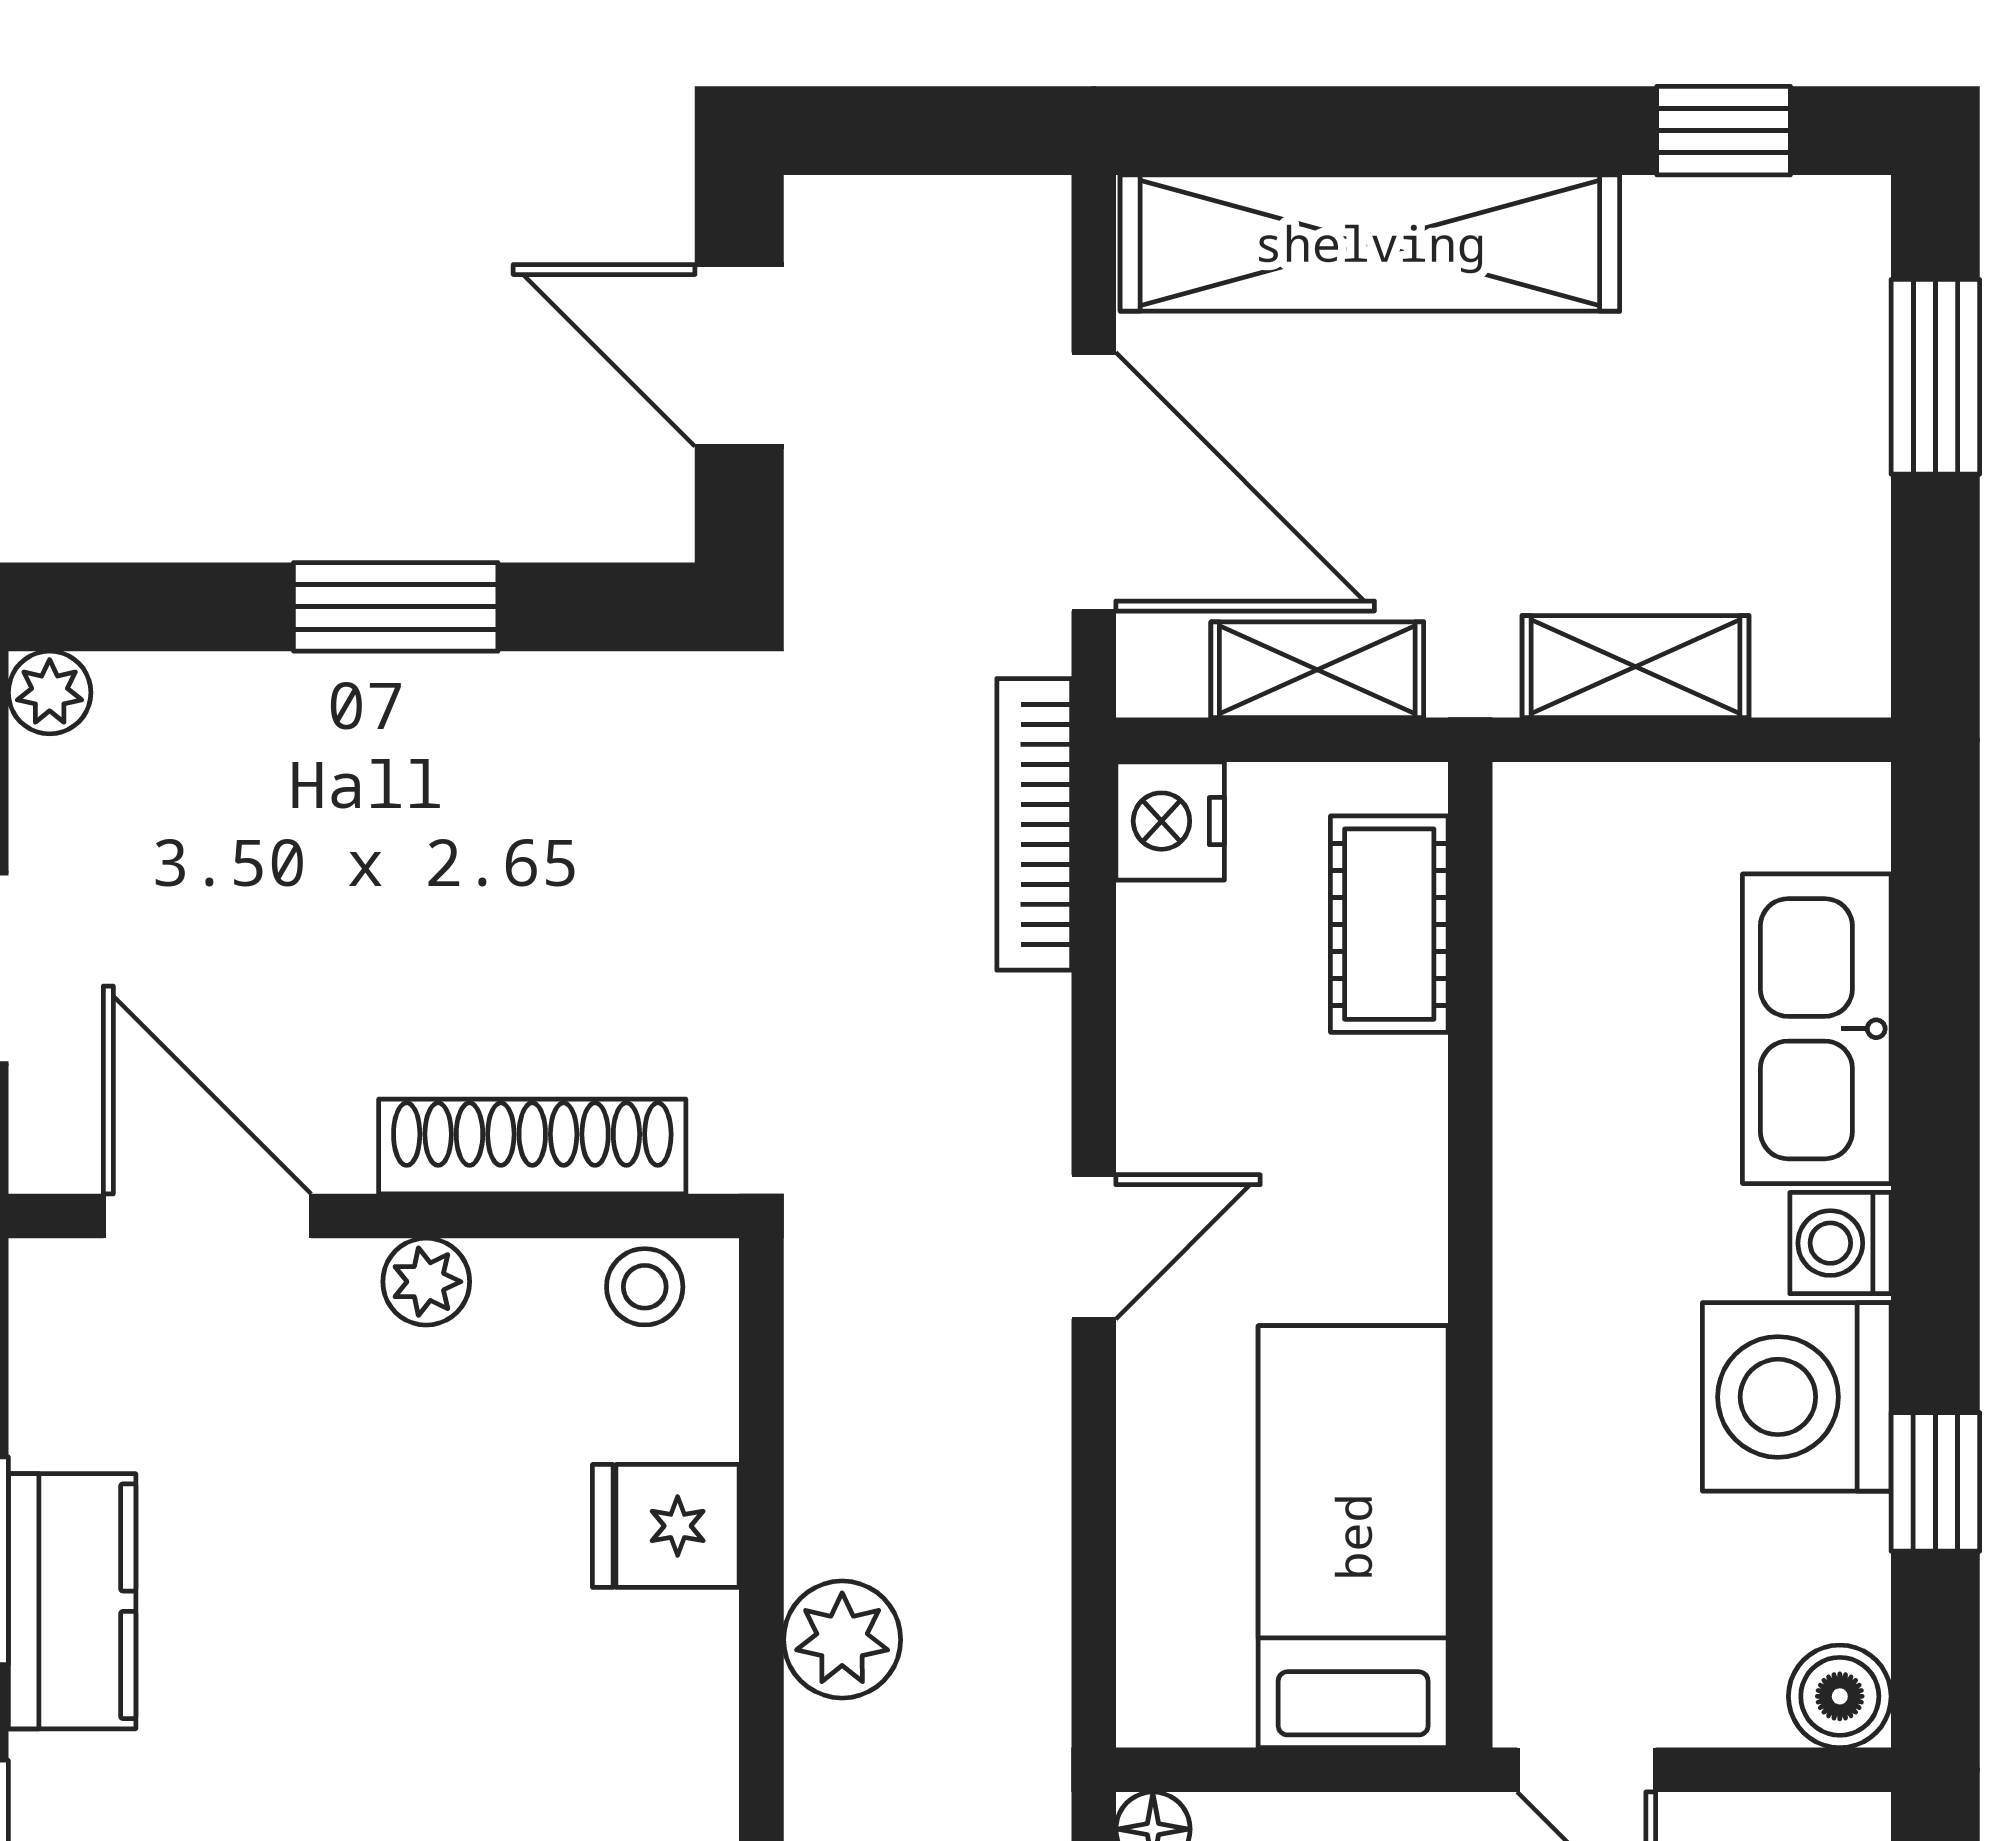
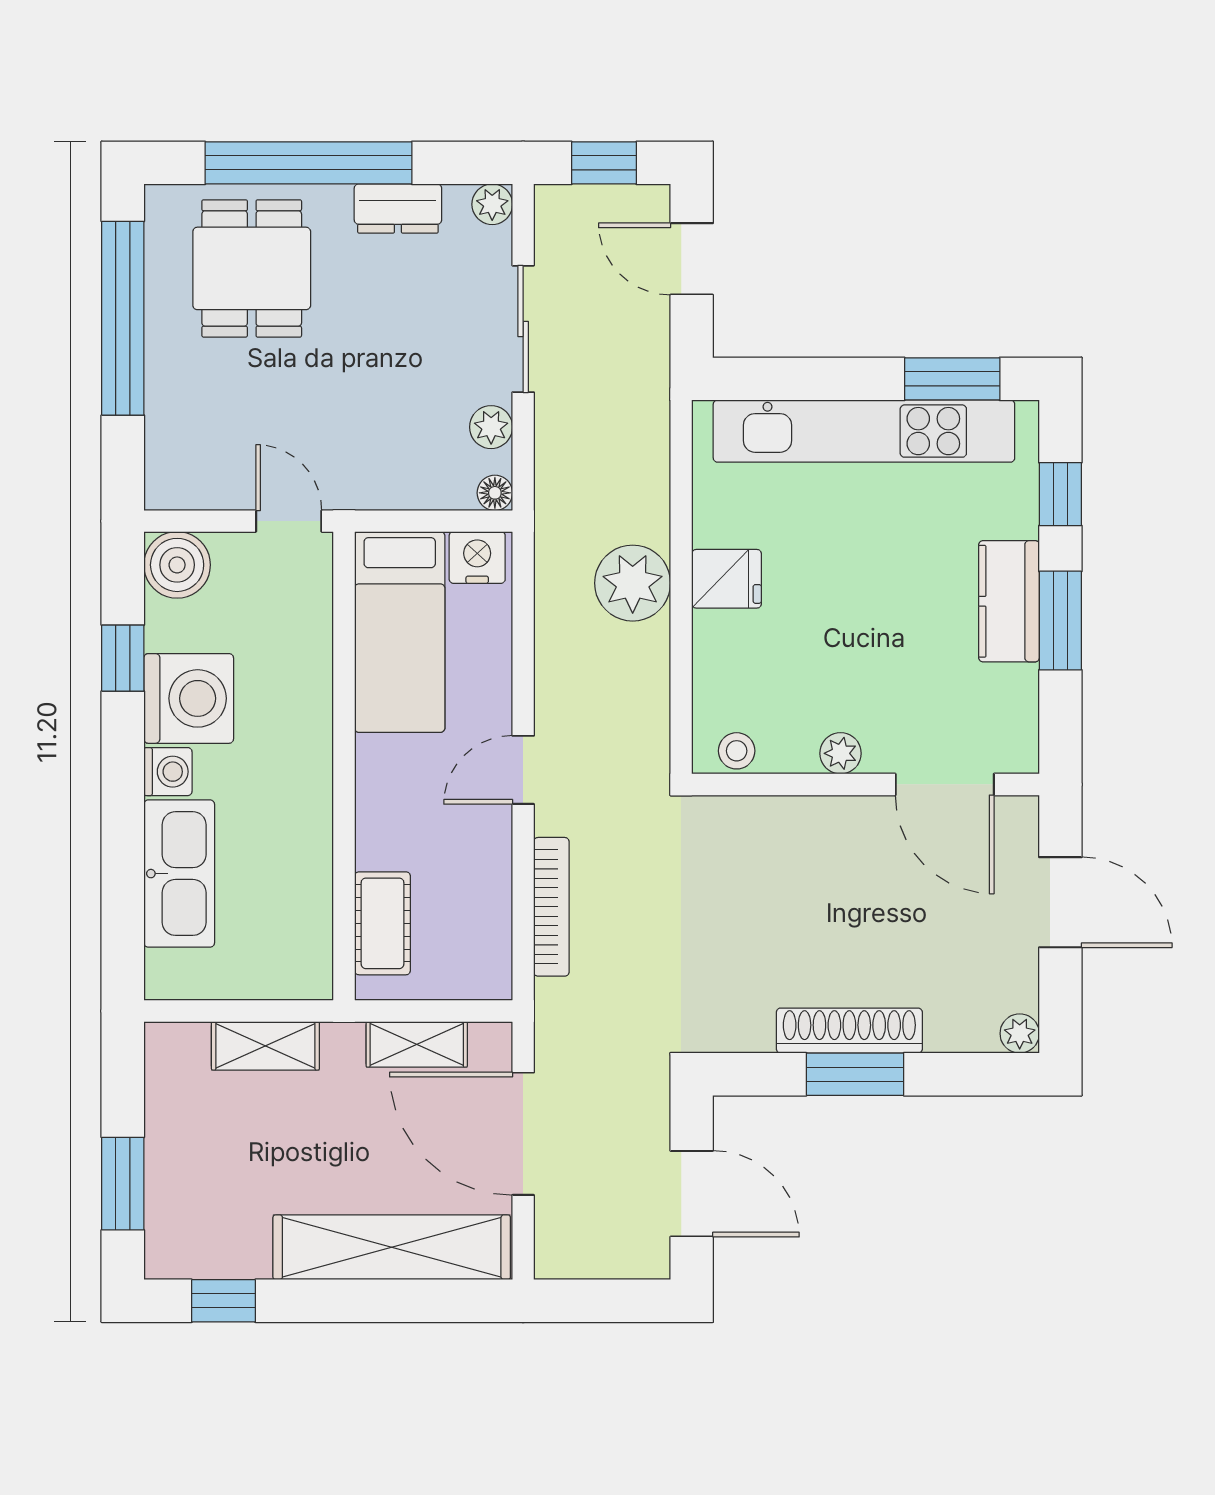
nightstand: (1170, 821) -> (477, 557), moved, turned -90
bookcase: (1034, 824) -> (551, 907), moved
shoe rack: (532, 1146) -> (849, 1031), moved, turned 180
fridge: (666, 1526) -> (727, 579), moved
plant: (842, 1640) -> (633, 583), width x1.36, depth x1.36
boiler: (1840, 1696) -> (177, 565), width x1.36, depth x1.36

